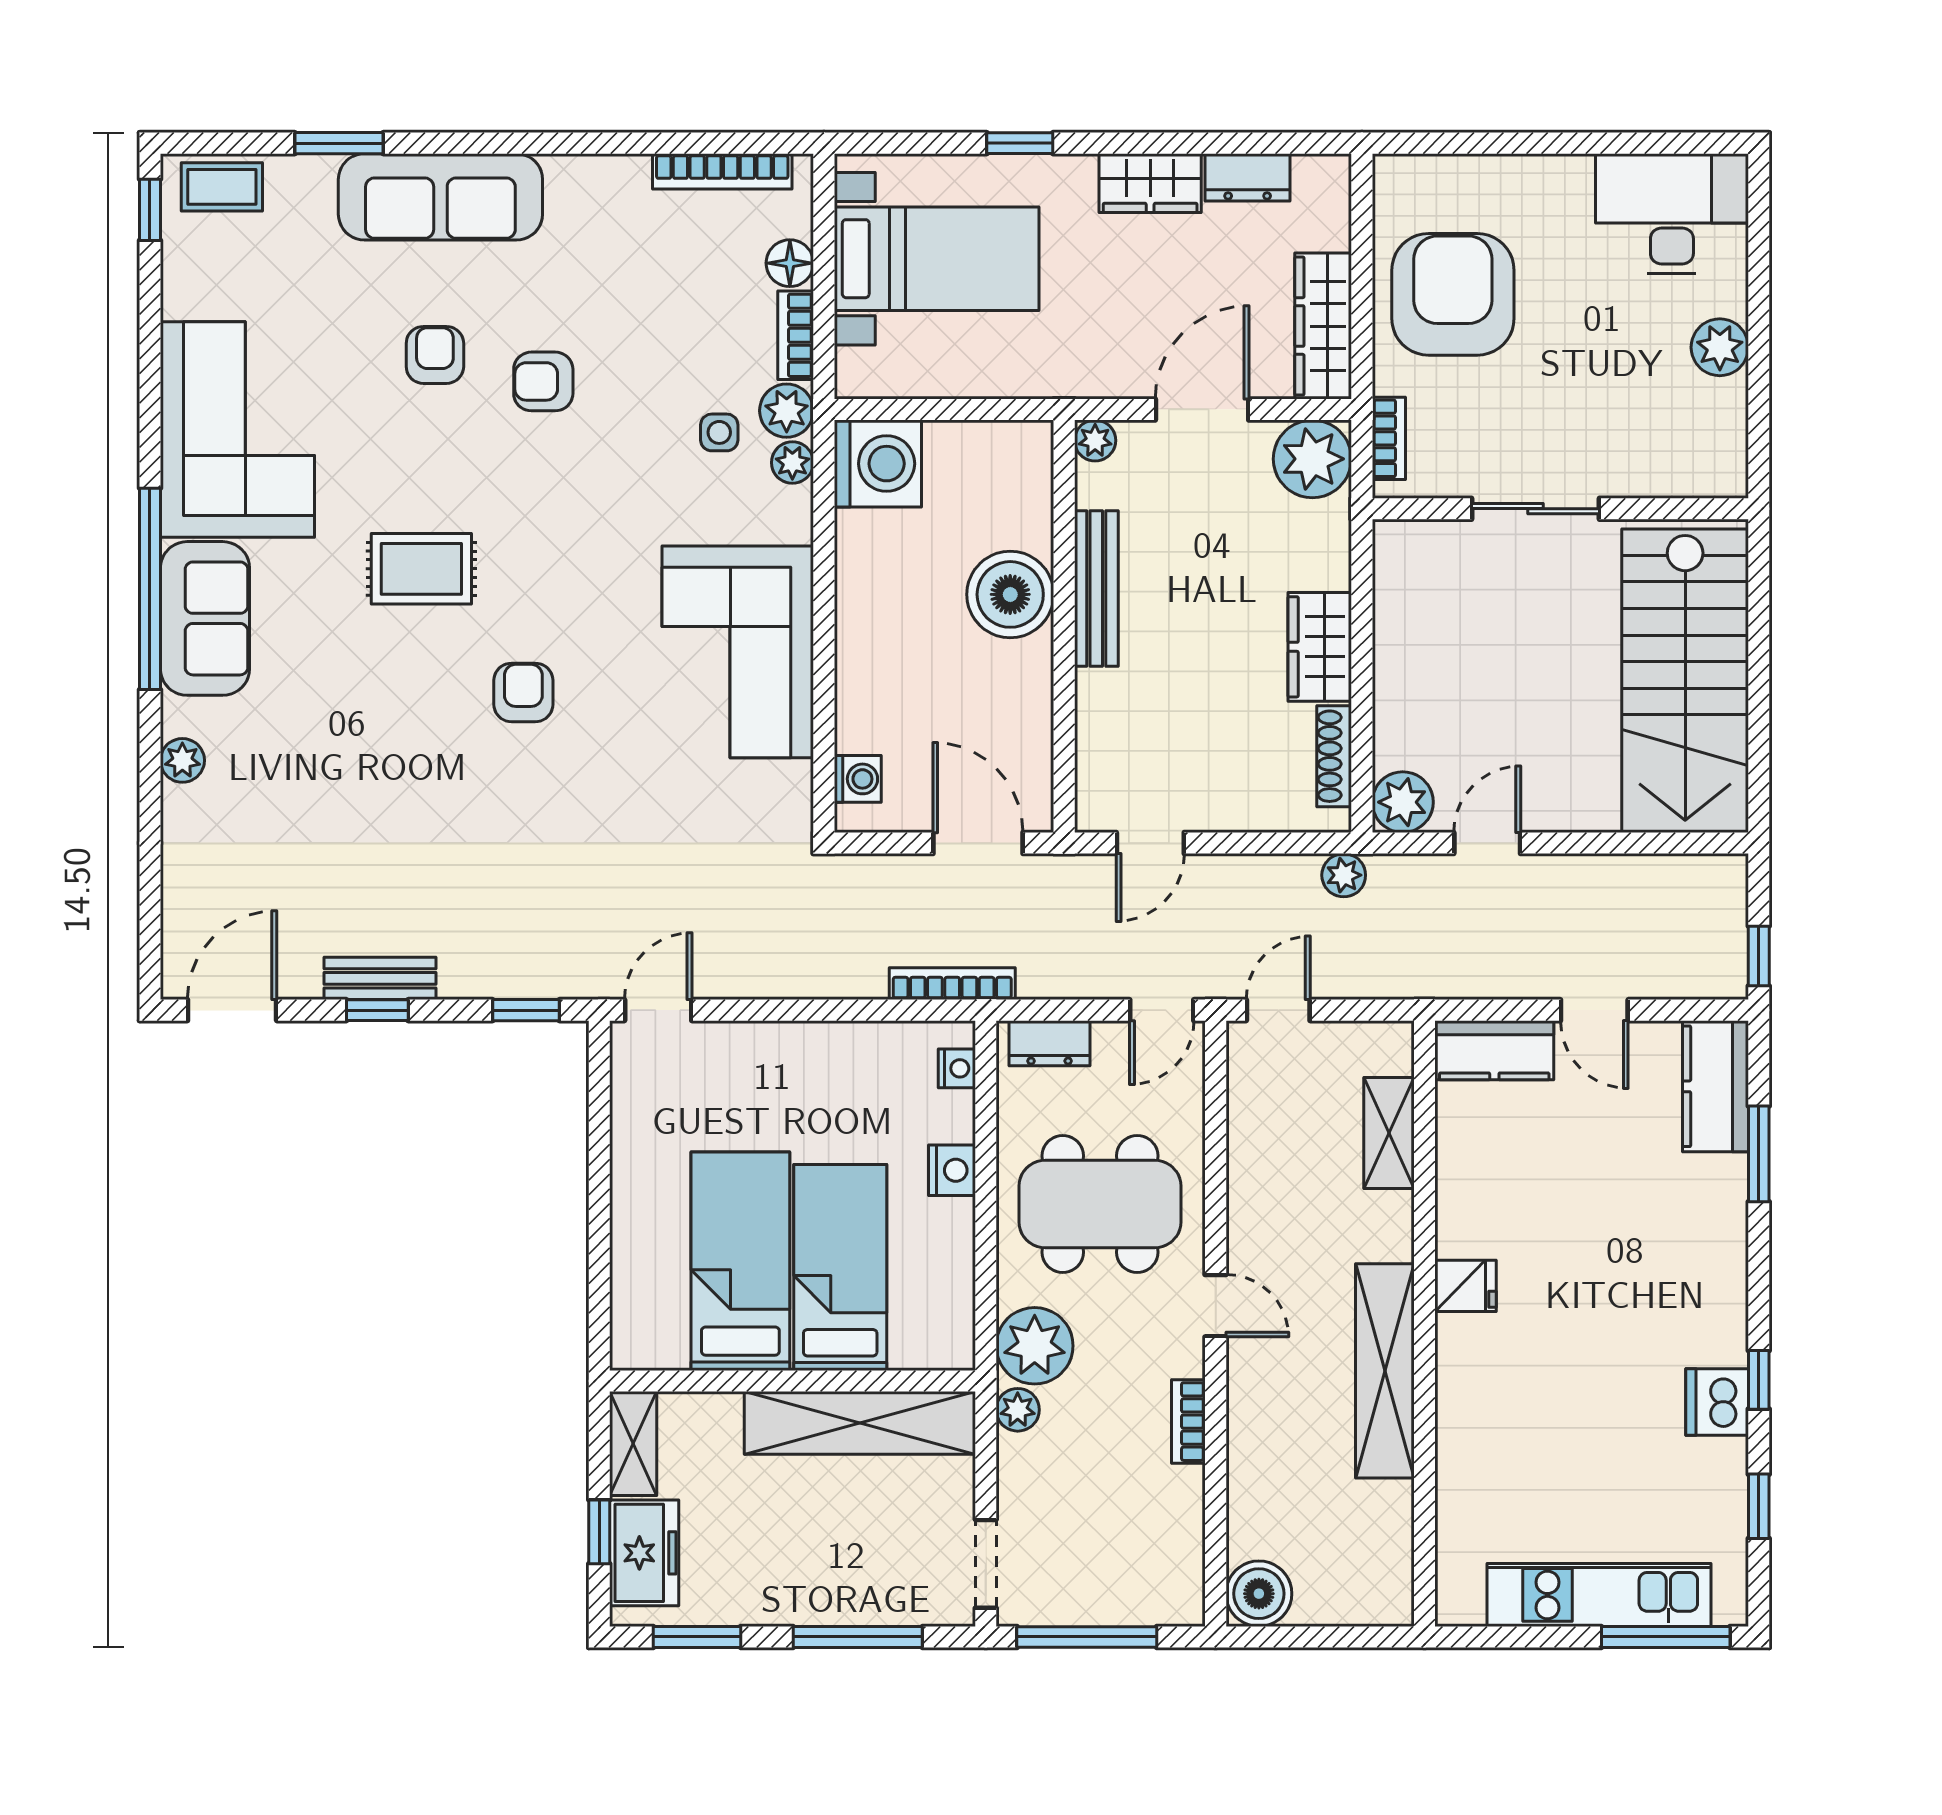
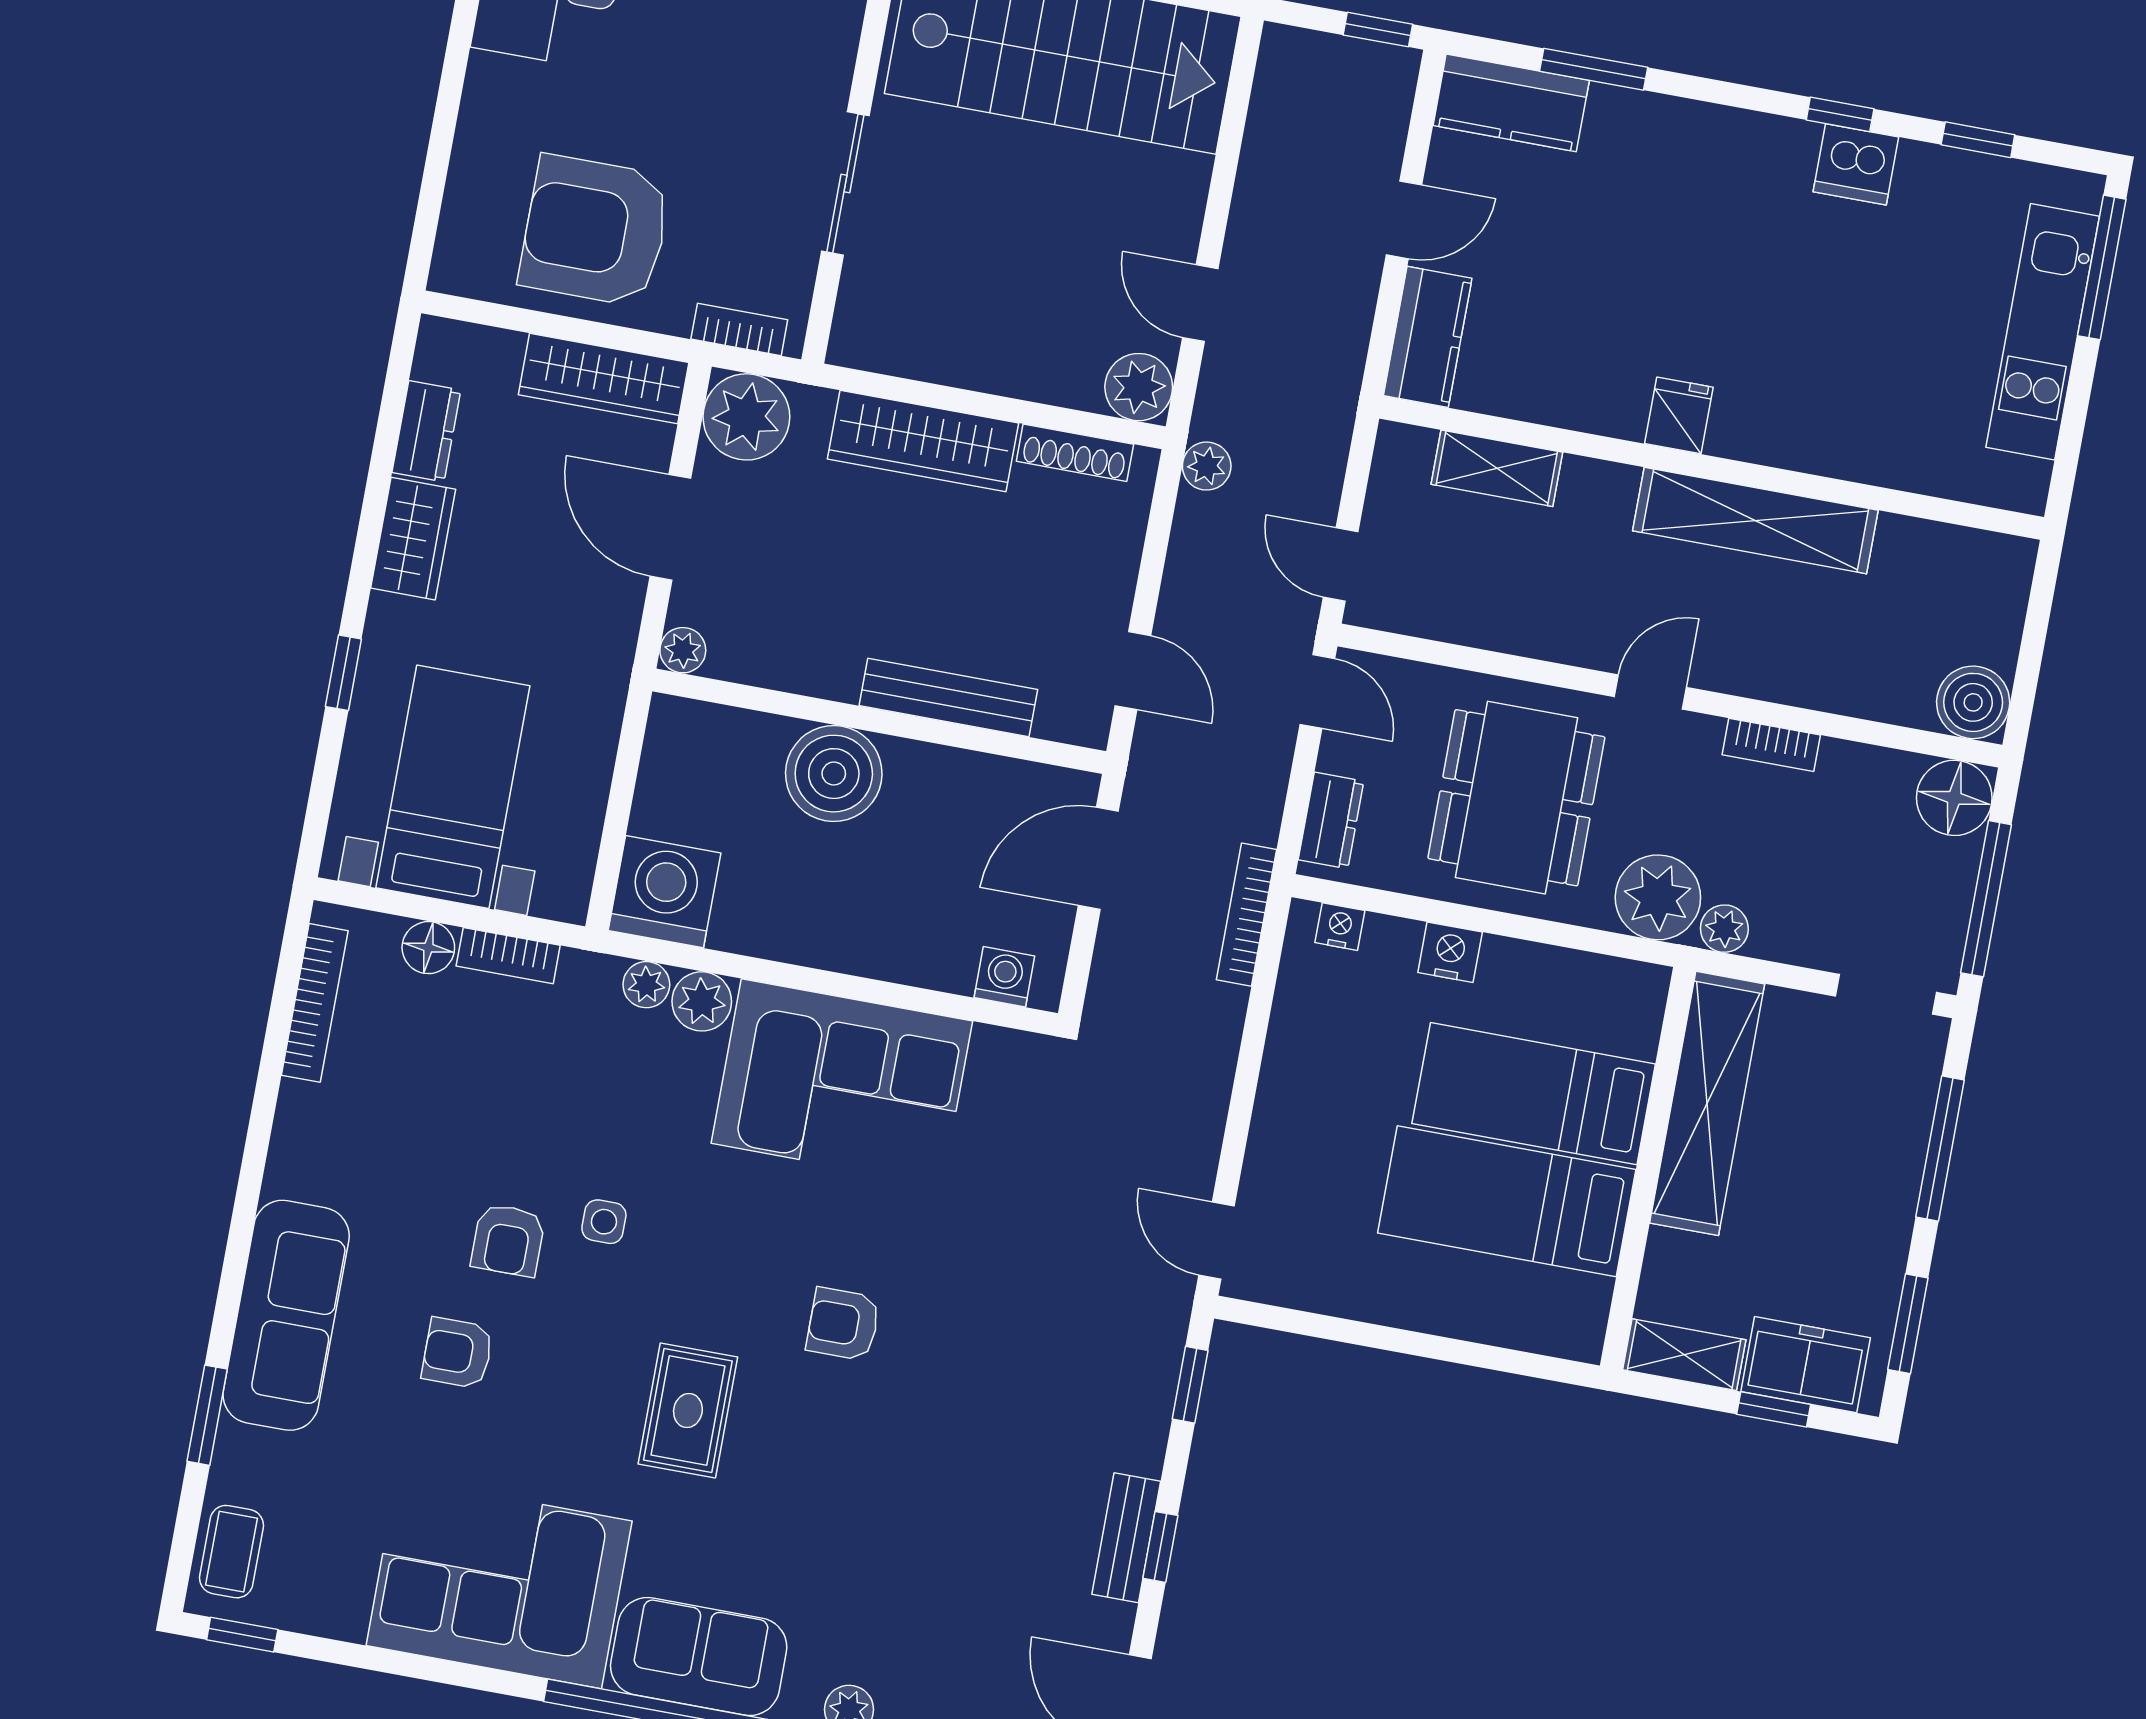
plant: (787, 411) -> (702, 1001), moved
side table: (719, 432) -> (604, 1222), moved
bench: (1096, 589) -> (948, 698), moved
wardrobe: (1320, 647) -> (923, 441), width x1.50
floor lamp: (1171, 1592) -> (1954, 798), added

